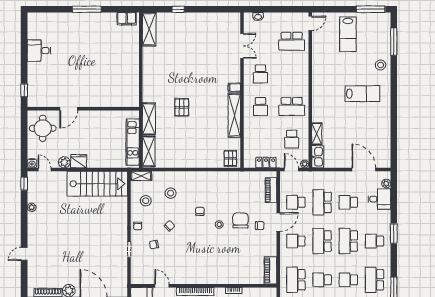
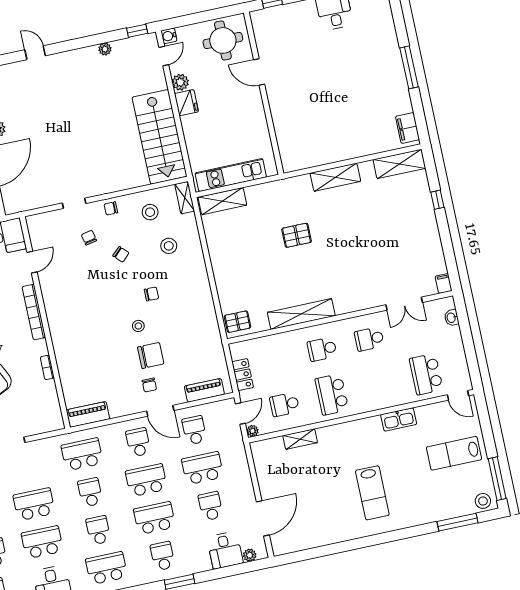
stool: (381, 65) -> (483, 501), moved
filing cabinet: (234, 88) -> (444, 283), moved
shelving: (149, 119) -> (335, 177), moved
kitchen sink: (318, 157) -> (399, 419), moved

